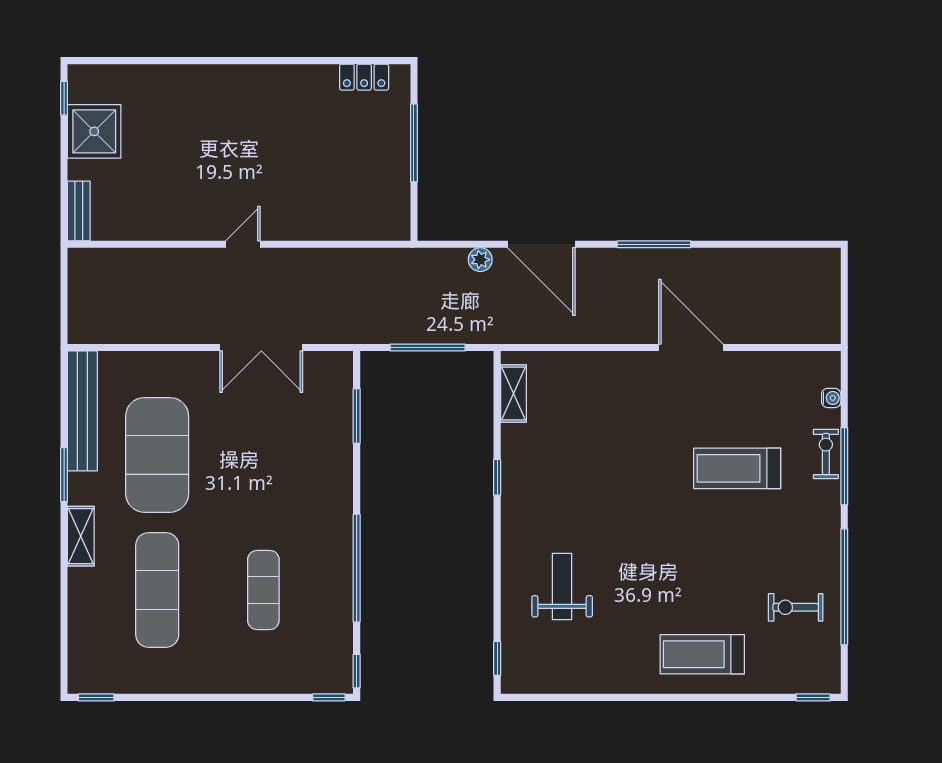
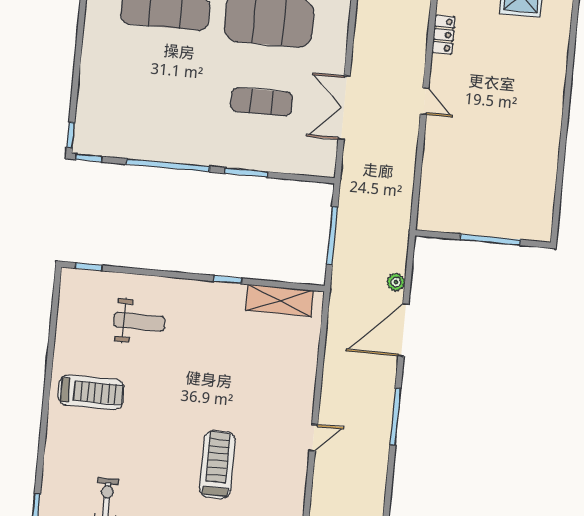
locker: (364, 77) -> (444, 35), moved, turned 180
door: (691, 347) -> (313, 438), width x0.53
shelving: (513, 393) -> (279, 300), width x1.50, depth x1.33
window: (357, 416) -> (246, 173), moved
exercise mat: (263, 590) -> (261, 102), moved
treadmill: (702, 654) -> (91, 392), moved, turned 90

